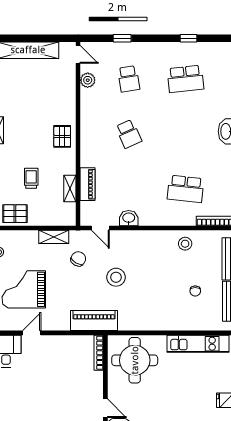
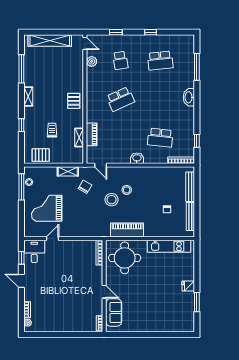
window: (189, 38) -> (151, 32), moved
school desk: (129, 134) -> (120, 99), width x1.85
washbasin: (129, 218) -> (137, 158), moved
stool: (185, 244) -> (127, 190), moved
piano: (94, 321) -> (127, 230), moved

